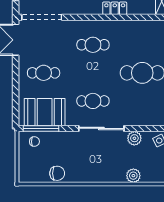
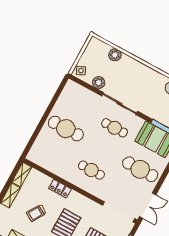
cafe table: (44, 73) -> (140, 169), width x1.37, depth x1.35

